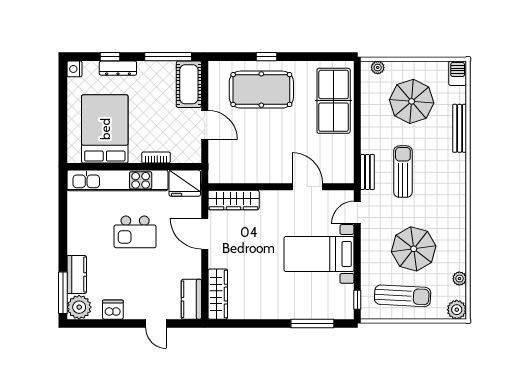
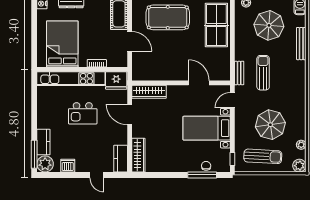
chair: (318, 310) -> (206, 166), added

